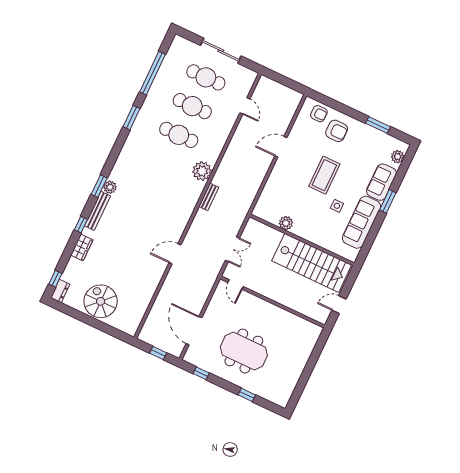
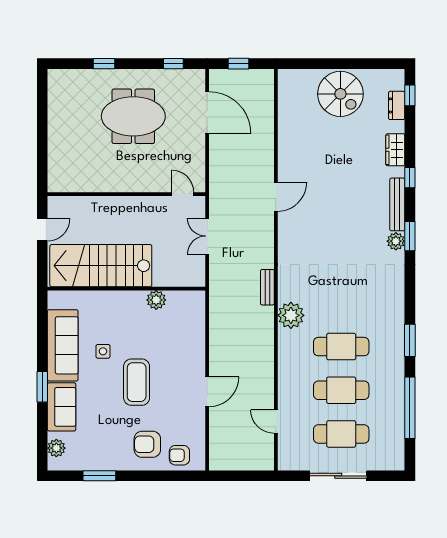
dresser: (60, 291) -> (397, 105), moved

